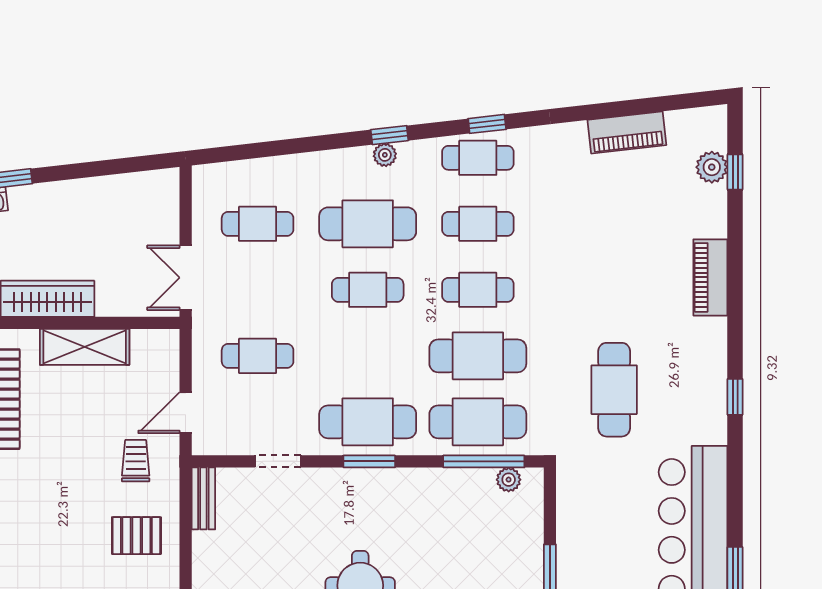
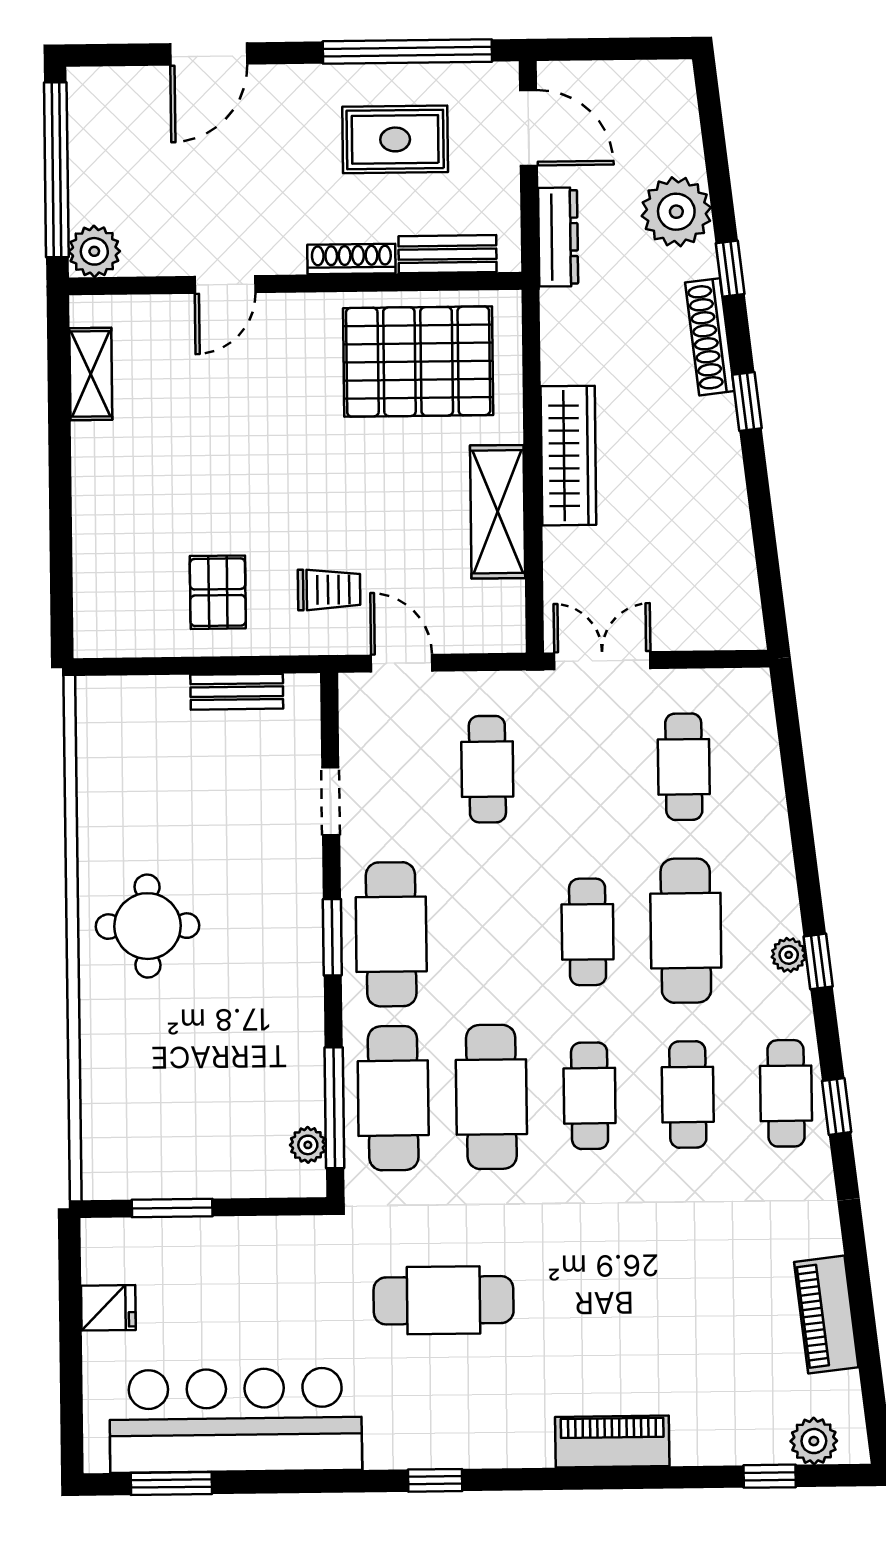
plant: (712, 167) -> (814, 1441), moved
bench: (203, 498) -> (237, 692), moved

